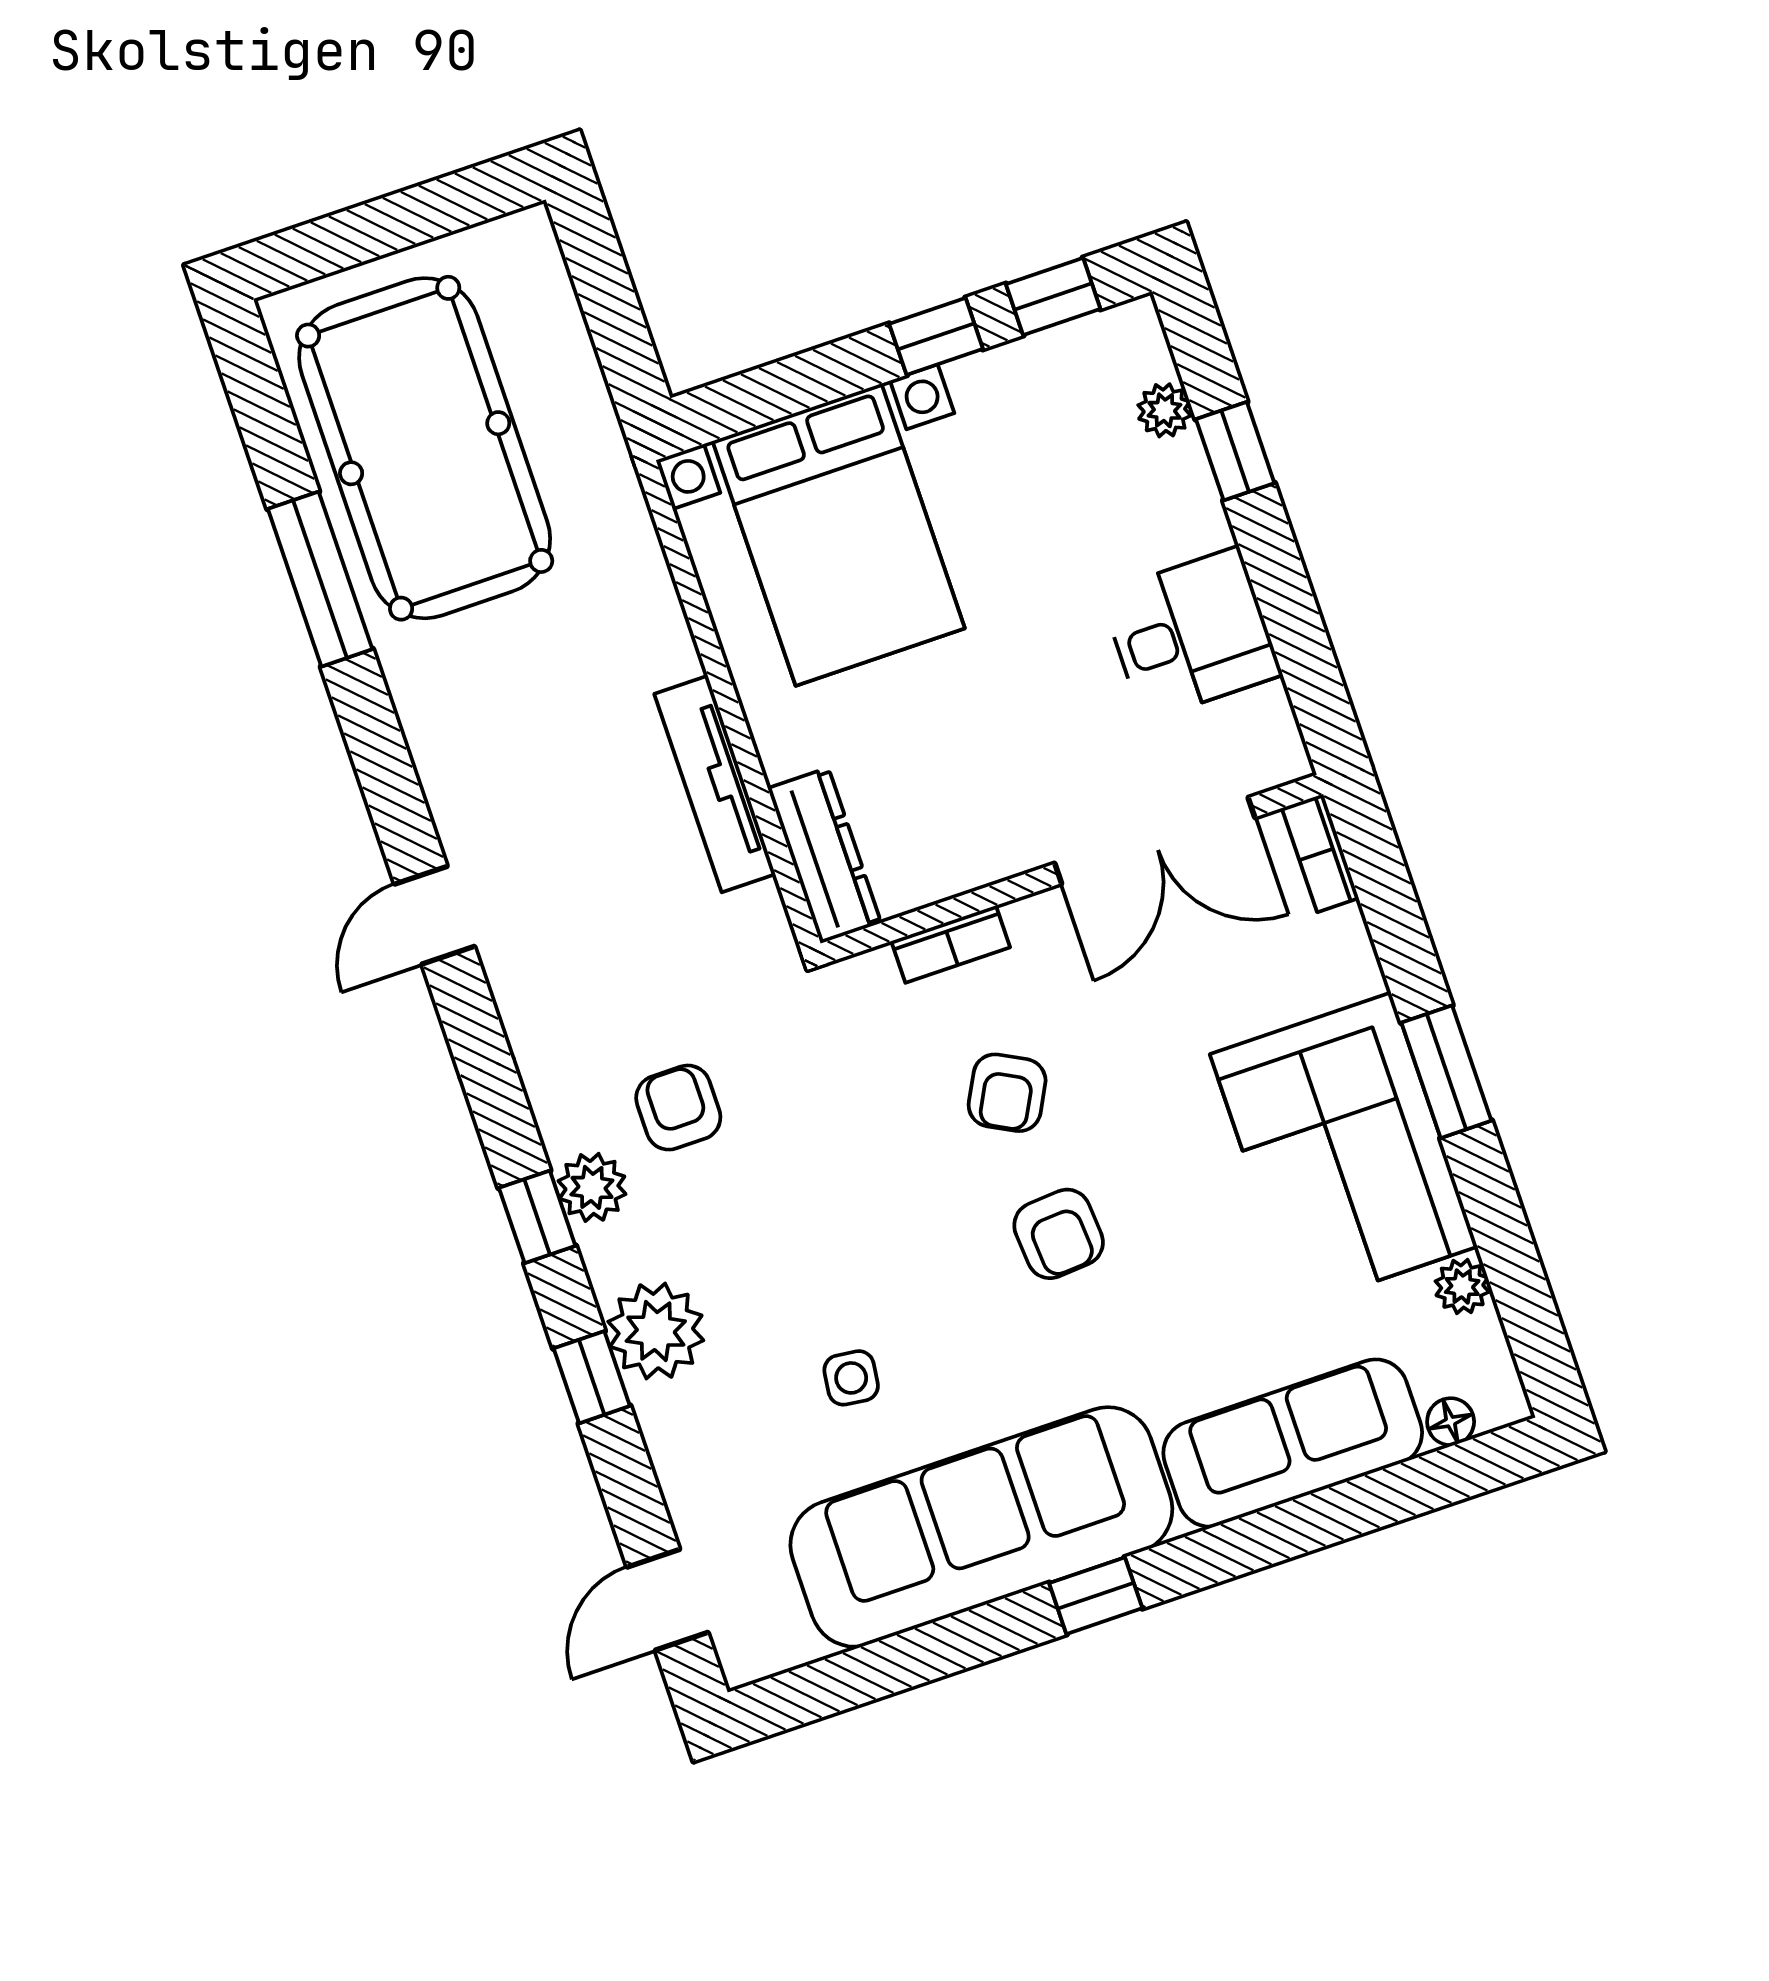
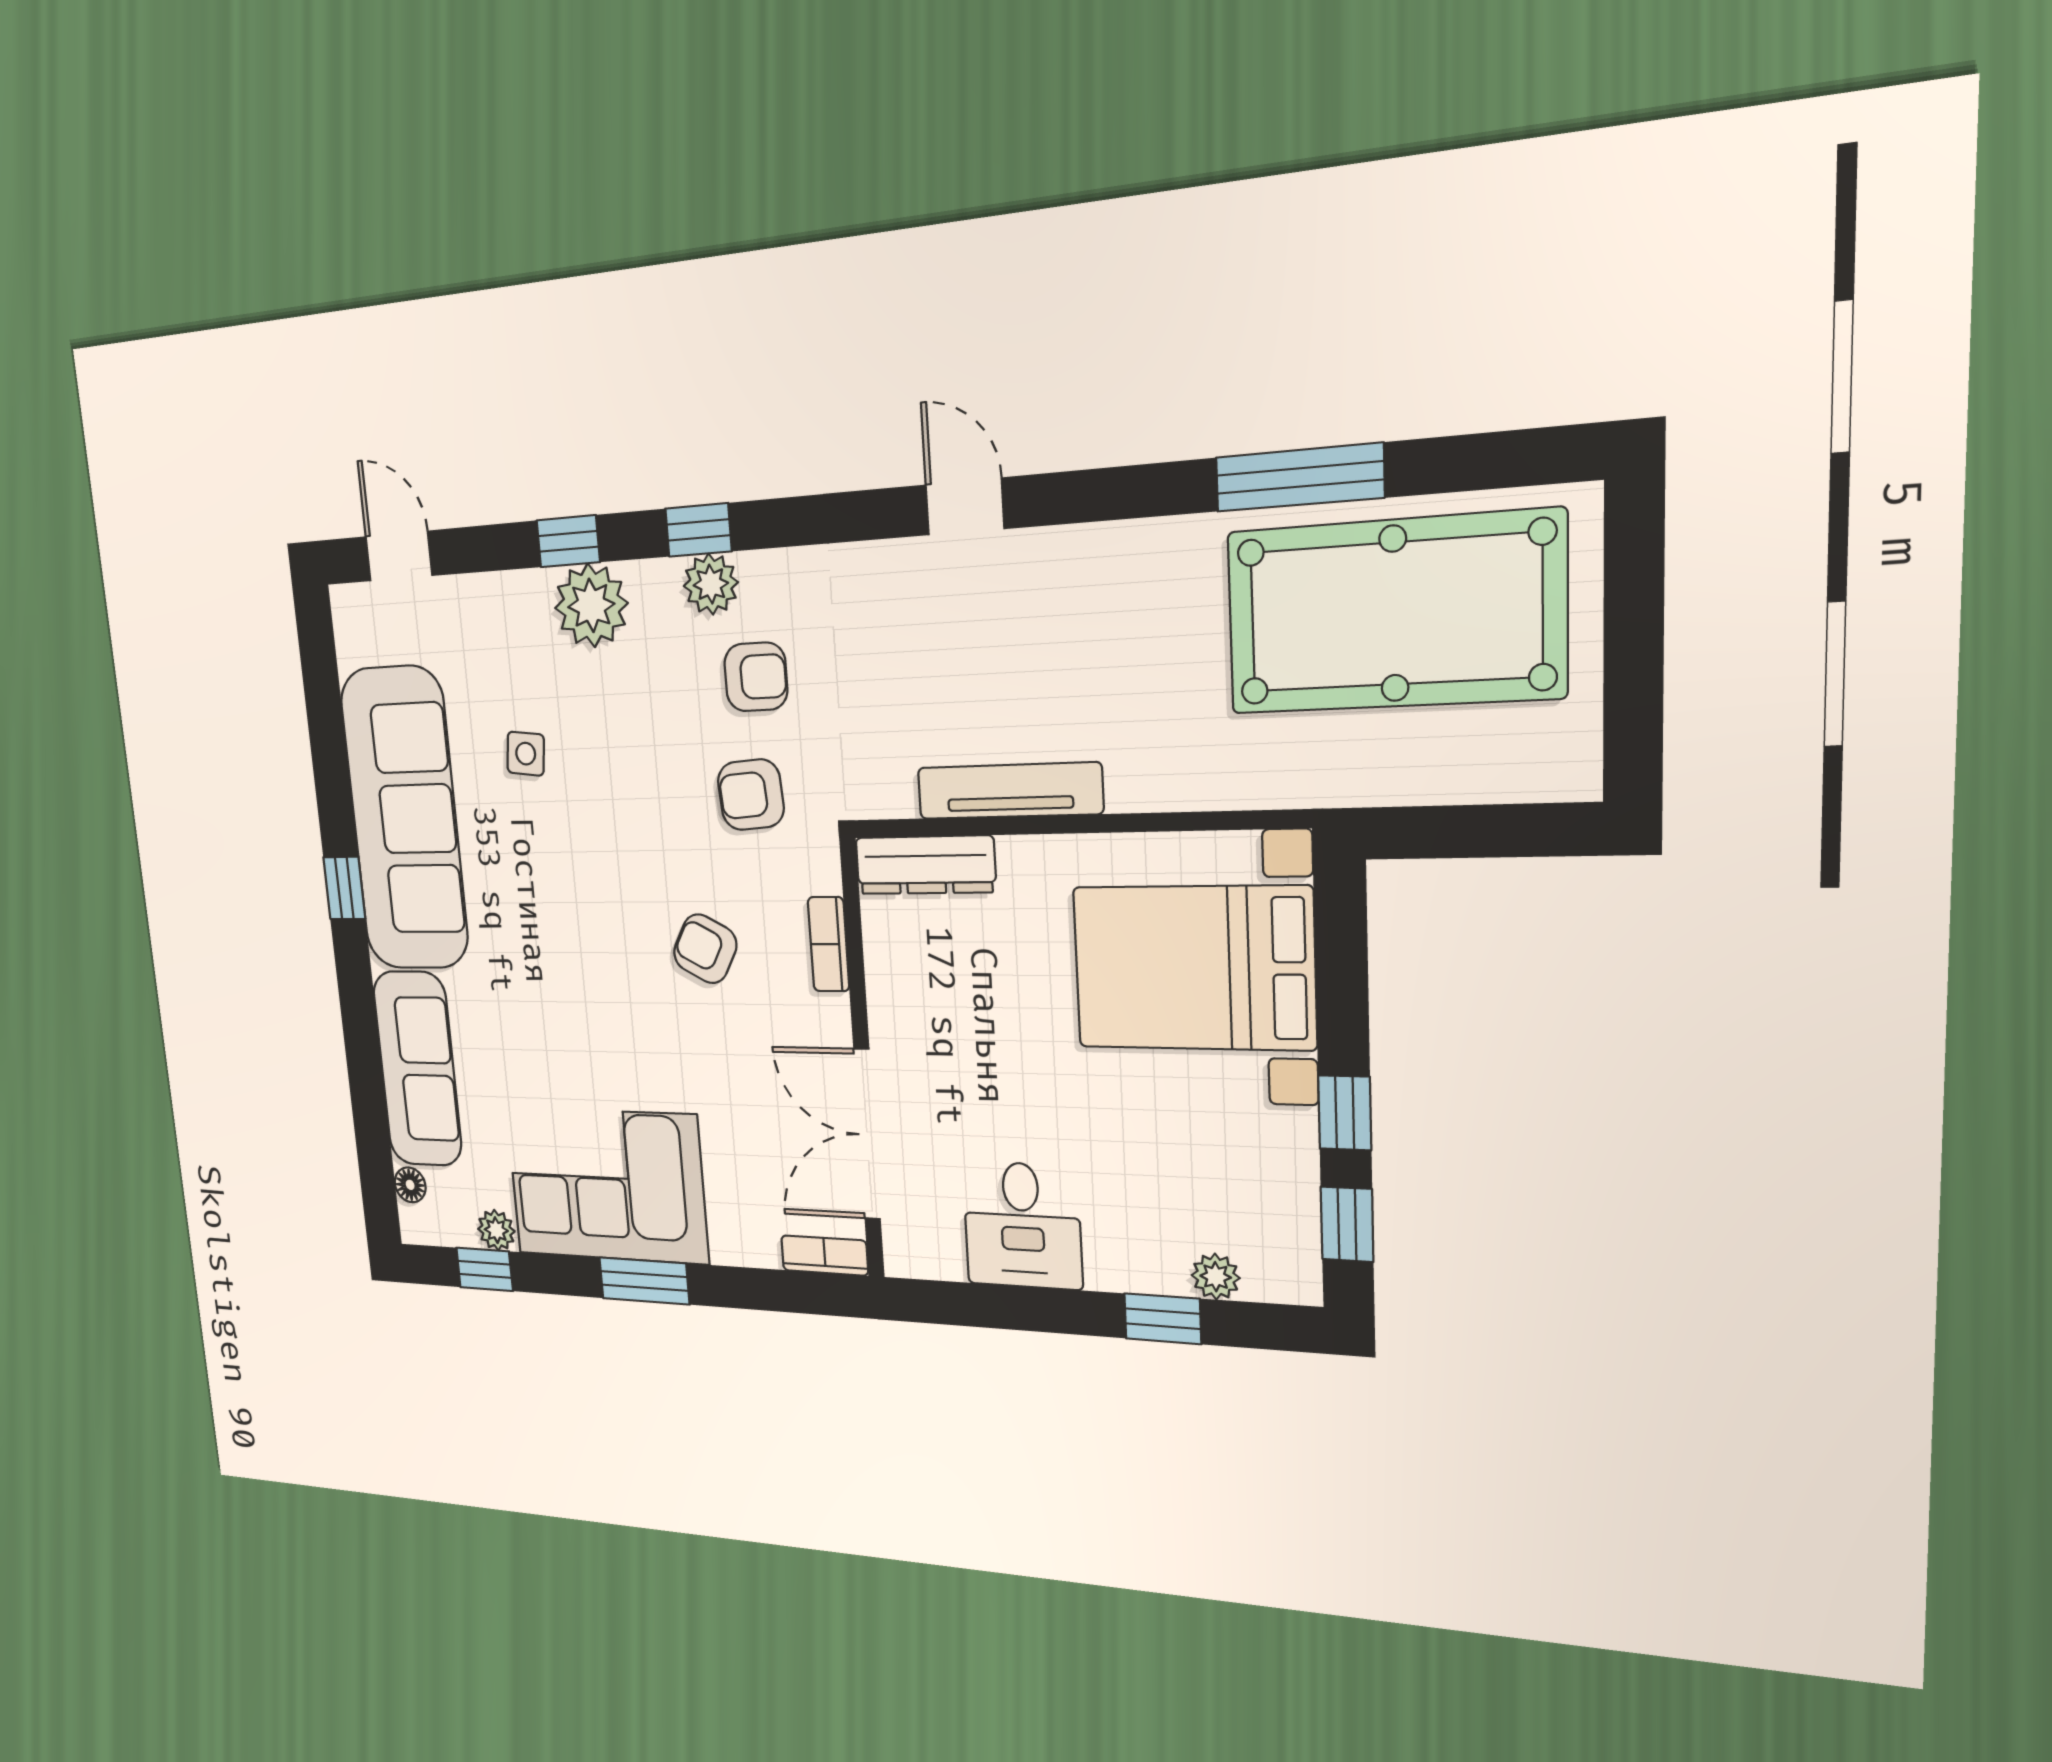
armchair: (1059, 1234) -> (751, 795), moved
window: (1521, 1292) -> (485, 1269), added

